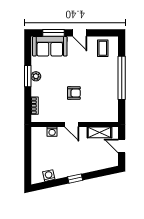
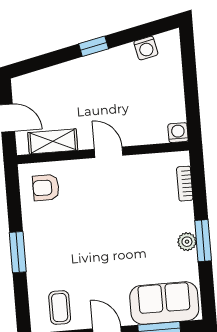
window: (122, 78) -> (18, 252), width x0.47
armchair: (74, 93) -> (46, 188), moved
washing machine: (52, 132) -> (178, 133), moved

